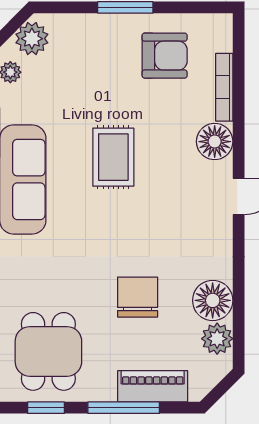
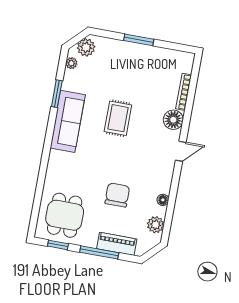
armchair: (165, 56) -> (155, 69), removed
floor lamp: (213, 300) -> (163, 200), width x0.53, depth x0.53

